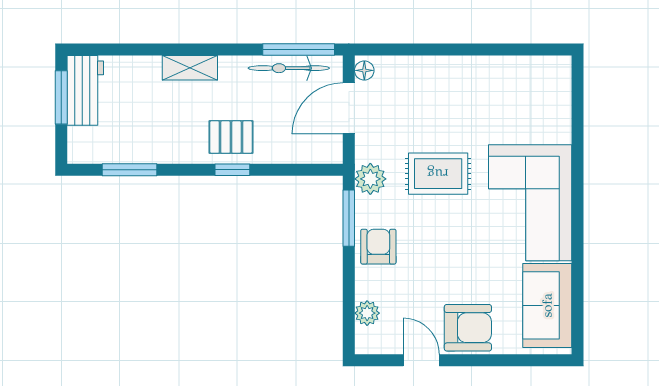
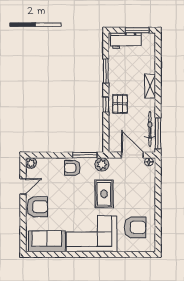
workbench: (85, 90) -> (126, 41), moved
armchair: (515, 102) -> (135, 227), added
window: (129, 170) -> (106, 71), moved
armchair: (378, 247) -> (72, 168), turned 180
plant: (367, 313) -> (31, 163), moved
armchair: (468, 328) -> (37, 207), turned -90

